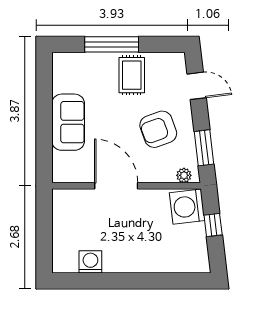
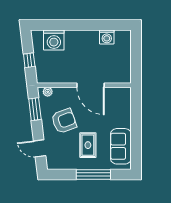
rug: (132, 75) -> (88, 145), moved
sofa: (68, 122) -> (121, 146), moved
washing machine: (187, 207) -> (54, 40), moved, turned 97

